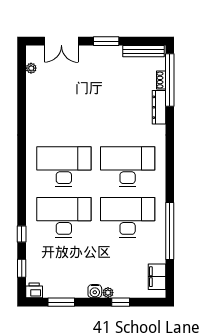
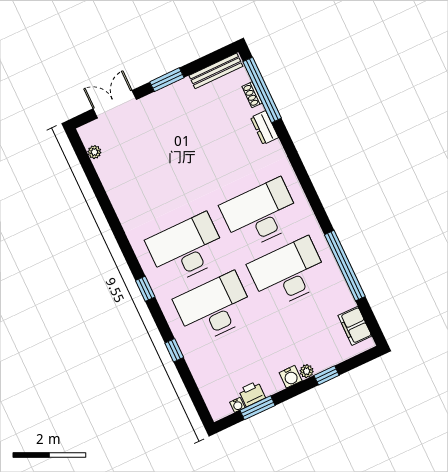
double door: (61, 41) -> (115, 104), swing flipped
dresser: (159, 107) -> (264, 128), width x0.70
window: (22, 268) -> (145, 289), moved
printer: (34, 290) -> (252, 394), moved
water cooler: (48, 293) -> (237, 405), added

